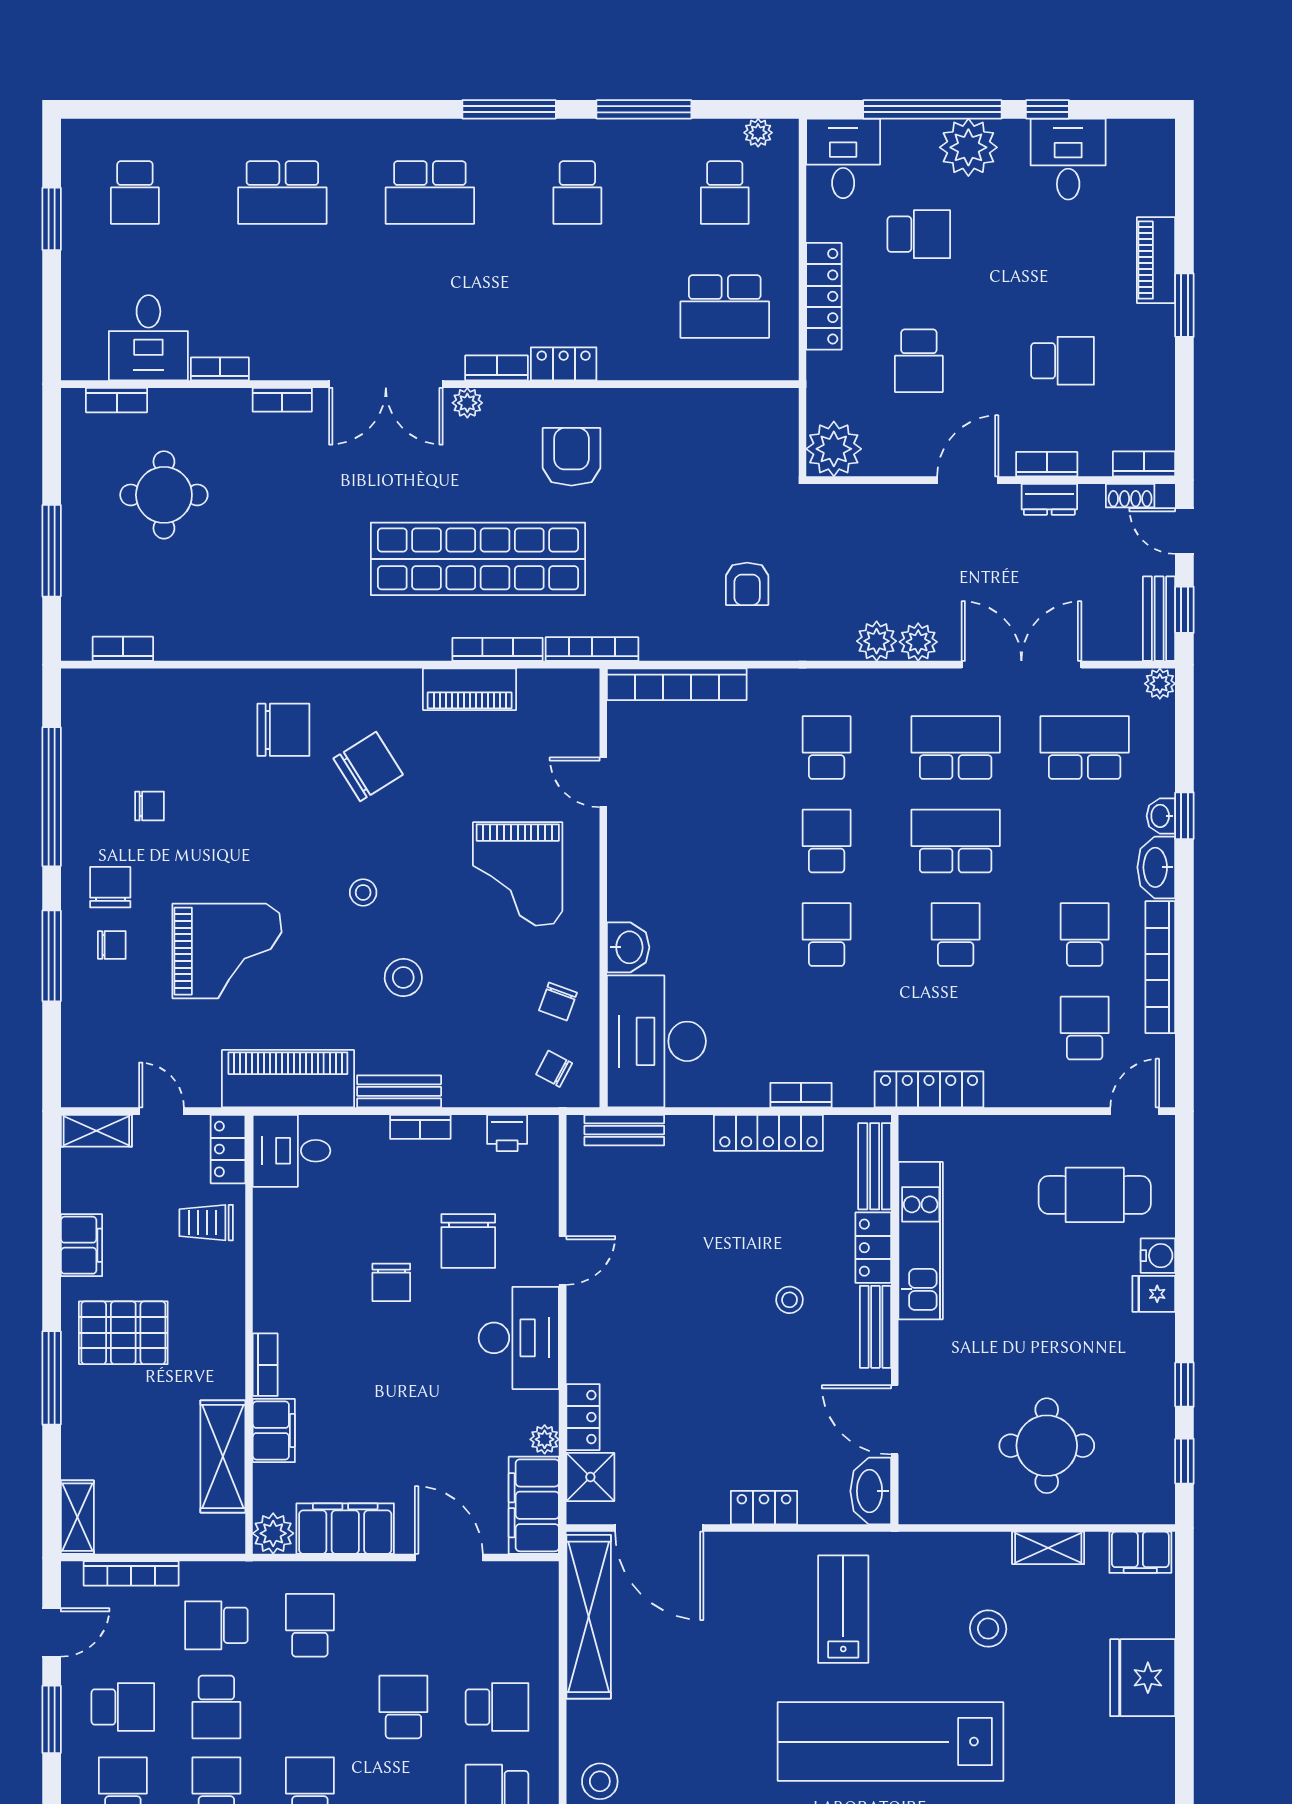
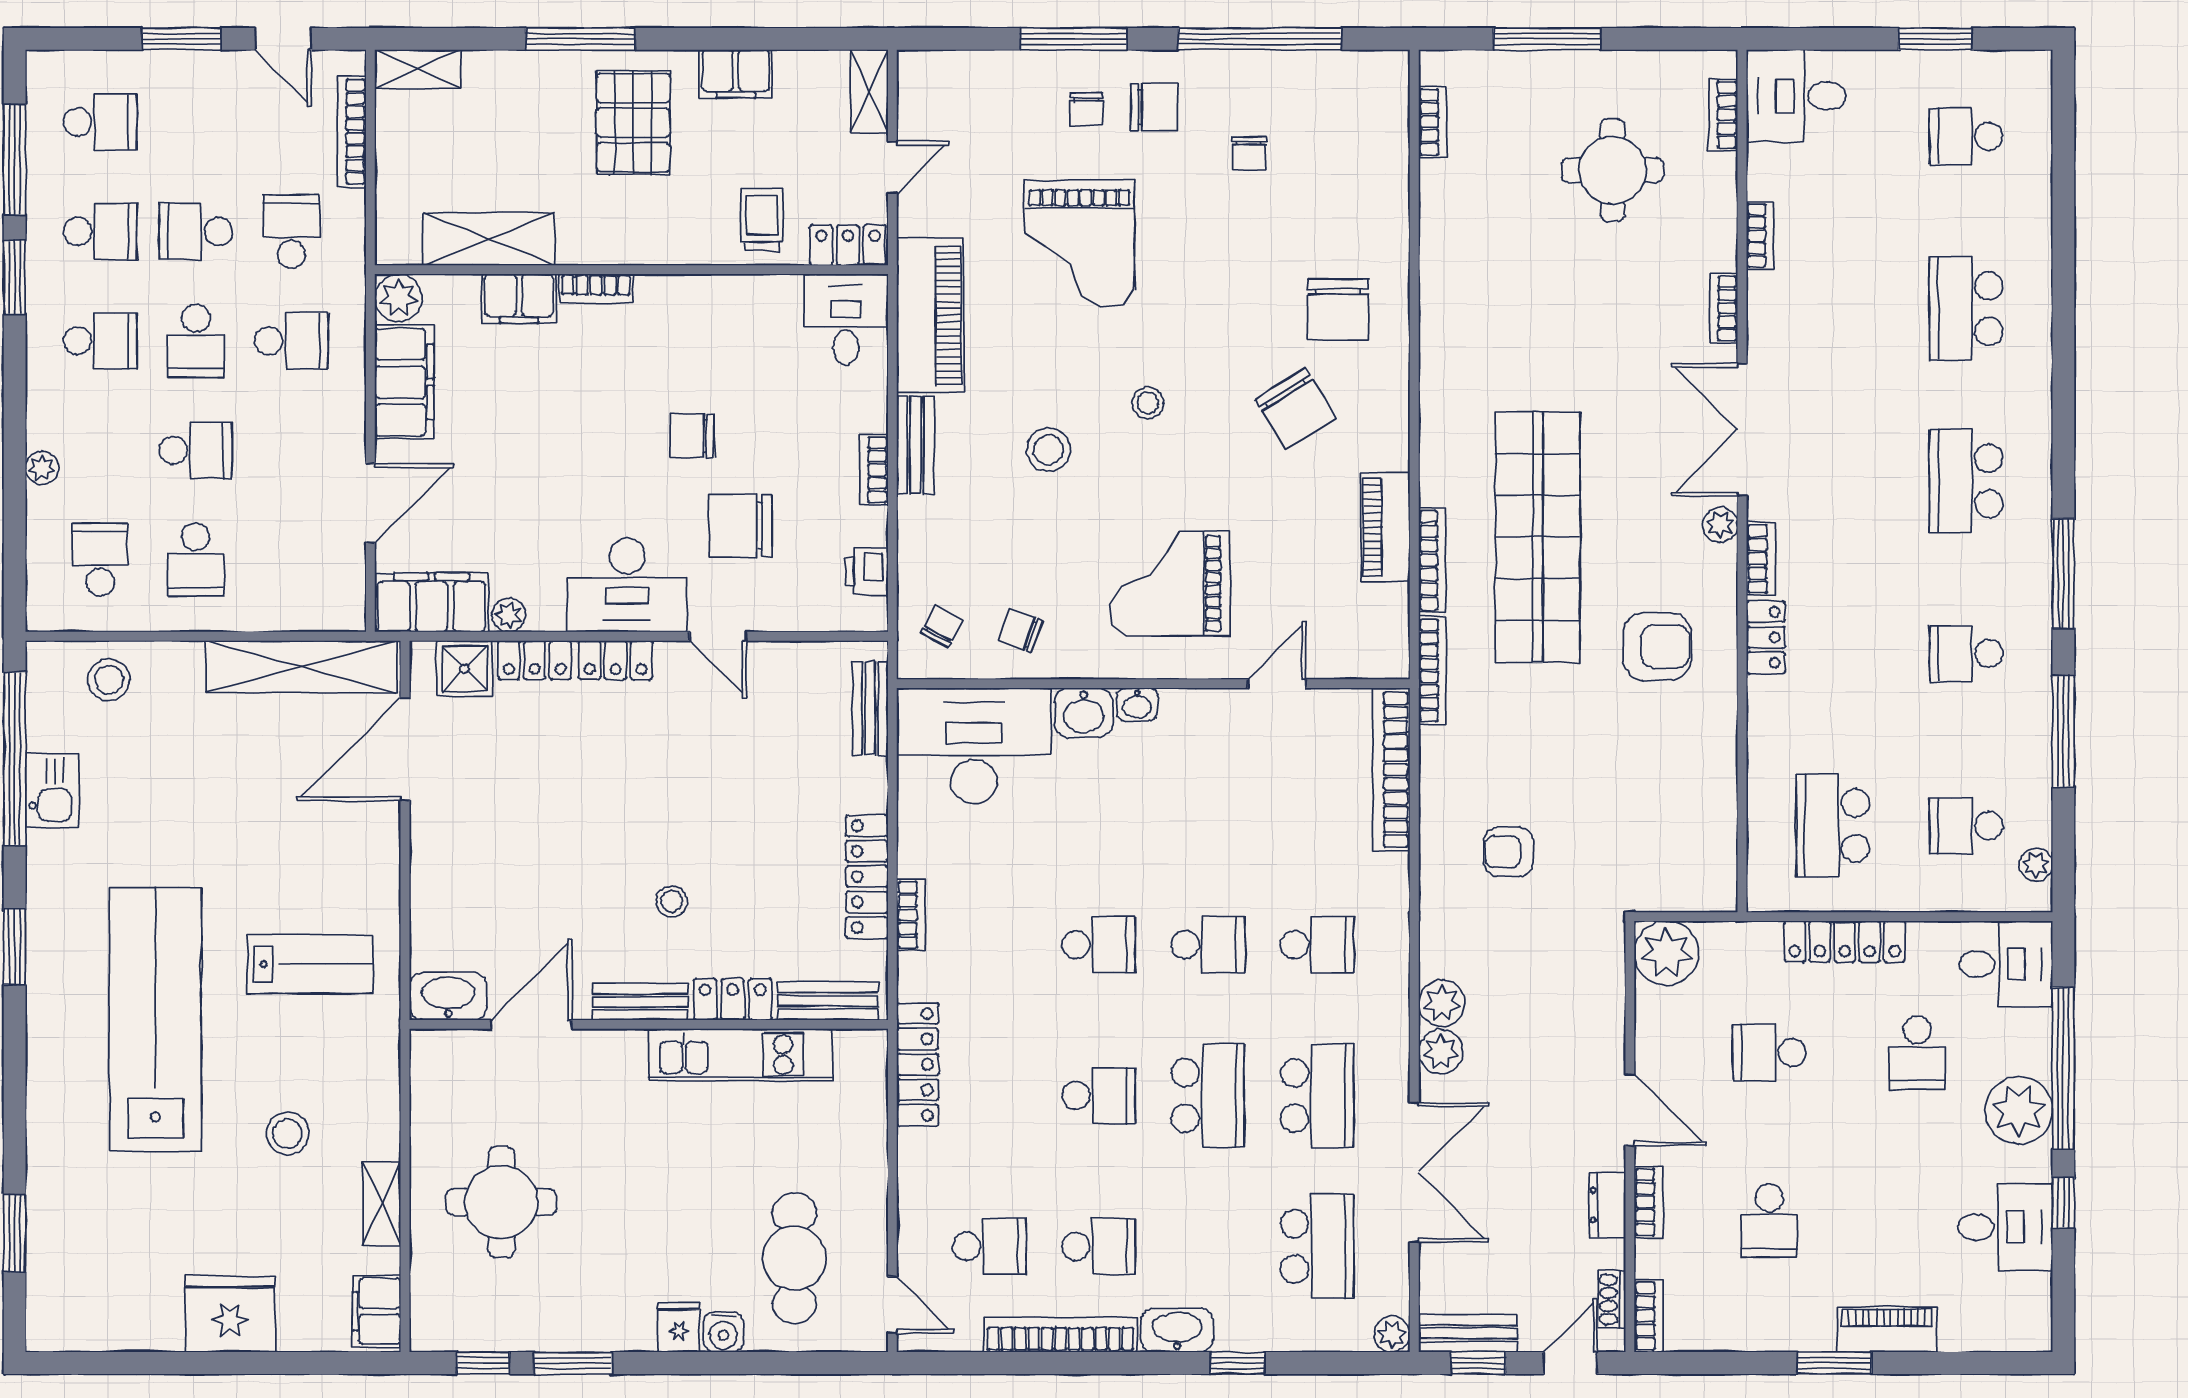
desk: (148, 338) -> (1796, 96), moved
washbasin: (1161, 816) -> (1137, 705), moved, turned 180
window: (1184, 1385) -> (573, 1363), width x1.50
locker: (764, 1508) -> (615, 660), moved, turned 90
school desk: (123, 1707) -> (196, 341), moved

